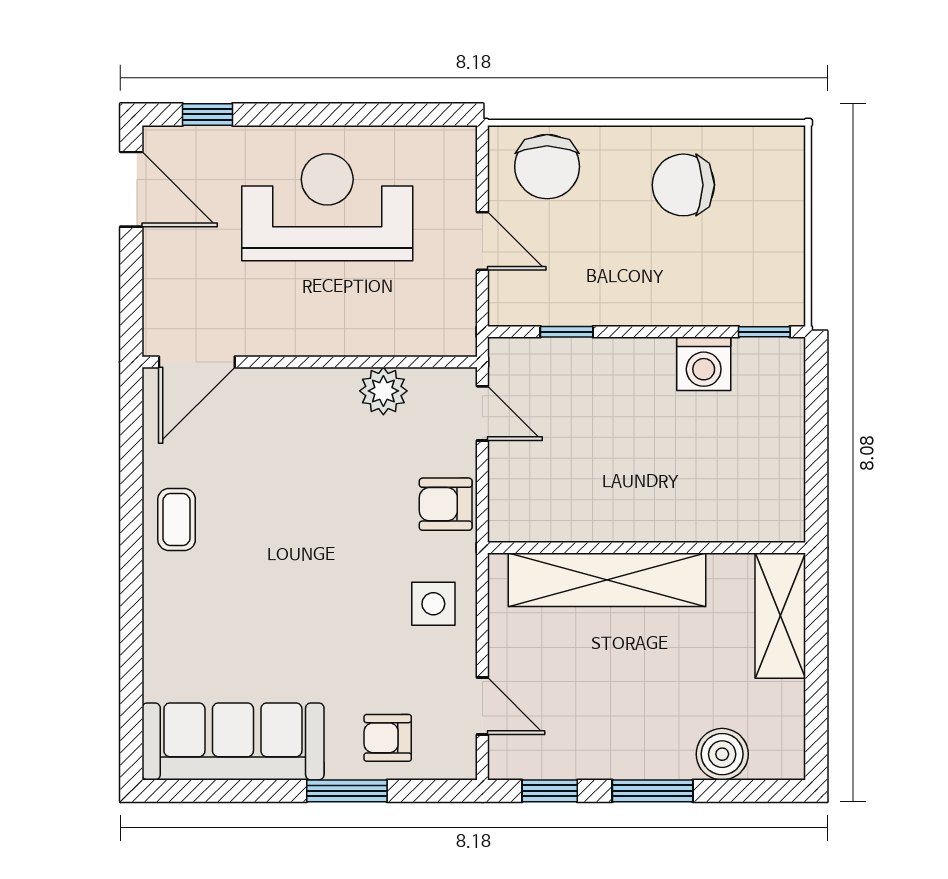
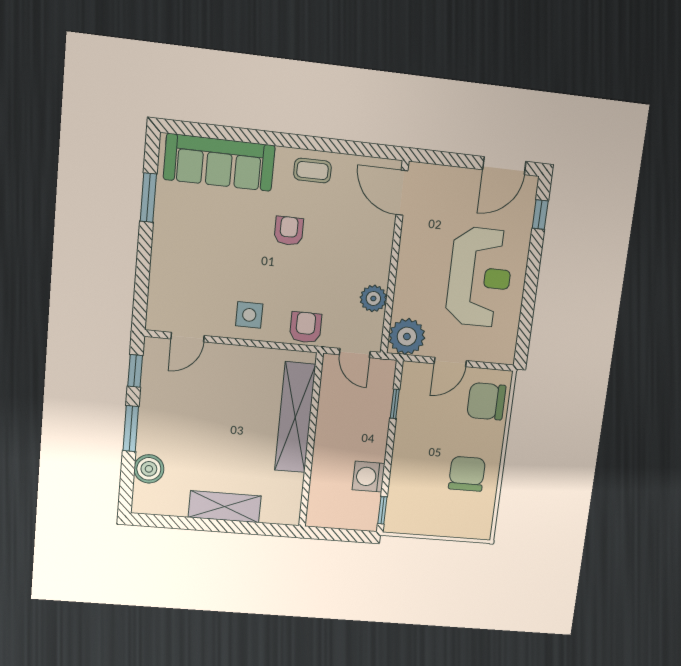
plant: (444, 324) -> (407, 337), added
door: (482, 413) -> (355, 353), hinge flipped
wall: (647, 548) -> (311, 441), moved
shelving: (607, 580) -> (295, 417), moved
armchair: (388, 738) -> (289, 231), moved
sofa: (233, 741) -> (219, 162), moved, turned 90
window: (347, 791) -> (148, 198), moved

